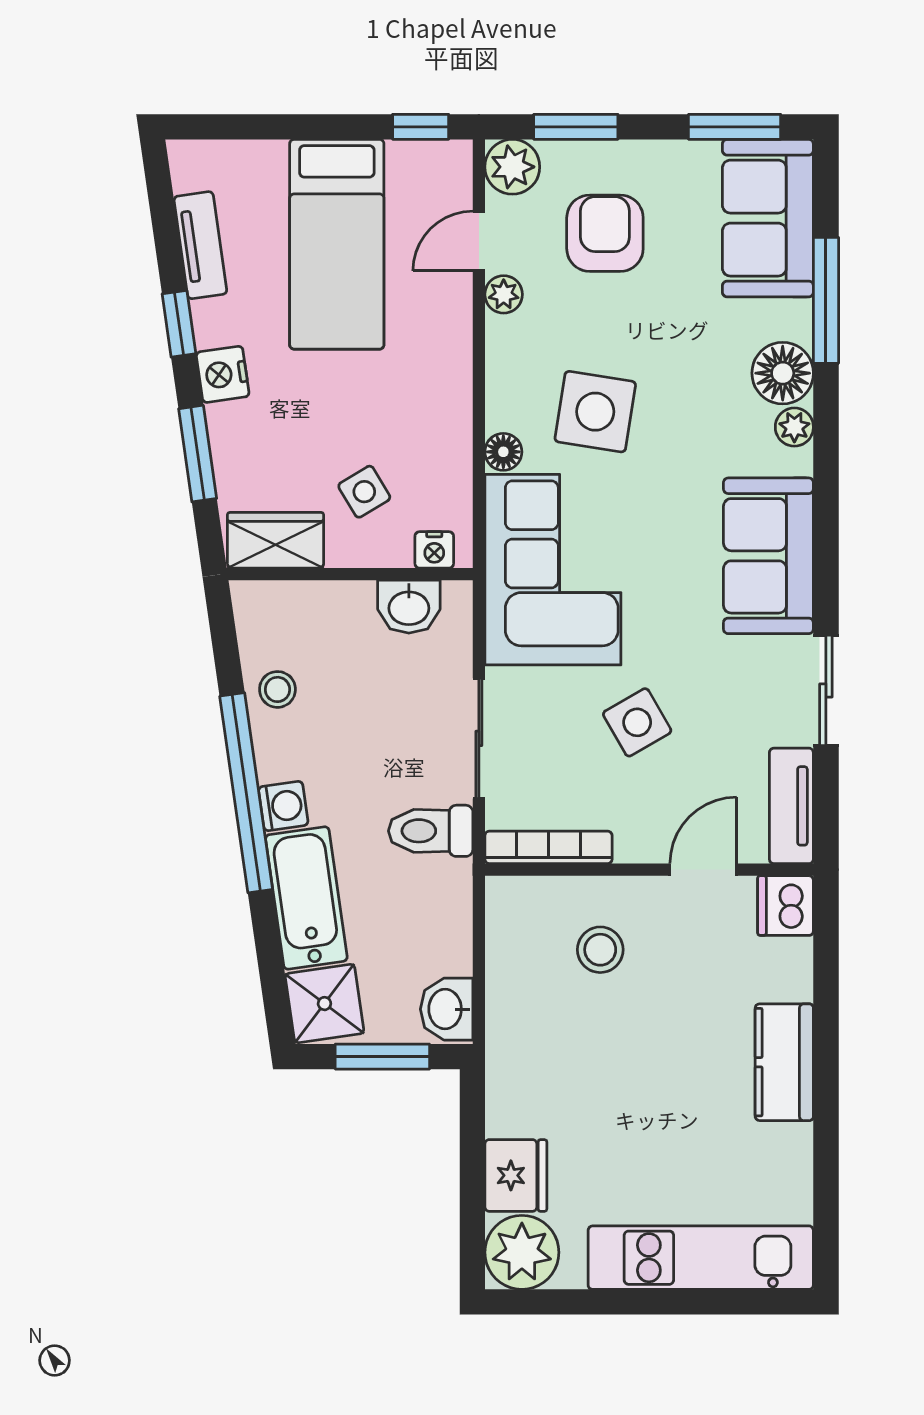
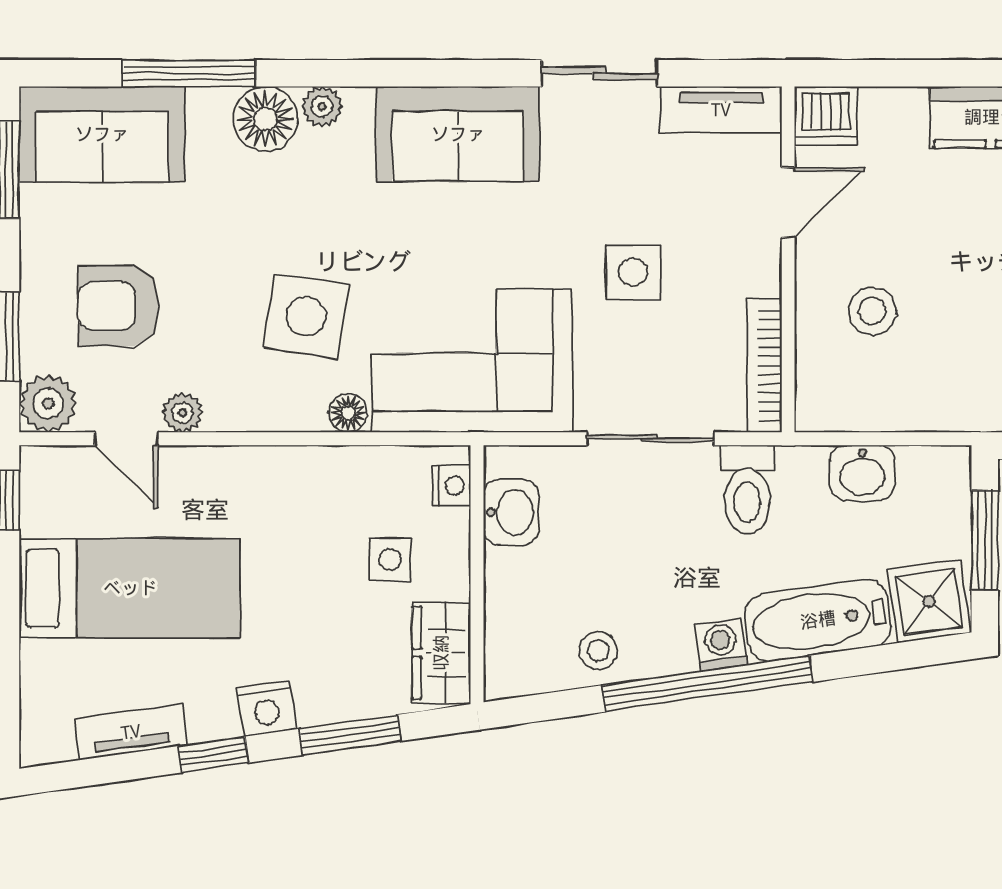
side table: (364, 492) -> (390, 559), turned 31
side table: (637, 722) -> (633, 272), turned 30
door: (703, 870) -> (788, 202), swing flipped
washbasin: (447, 1009) -> (862, 473), moved

